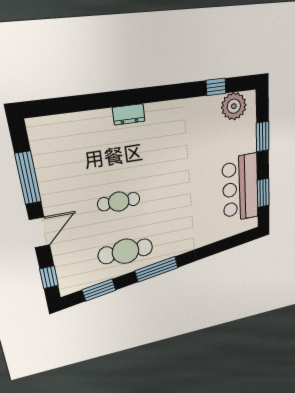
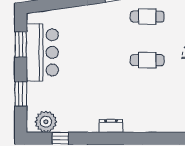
dresser: (129, 114) -> (111, 126), moved
cafe table: (126, 251) -> (147, 17), width x0.73, depth x0.74

